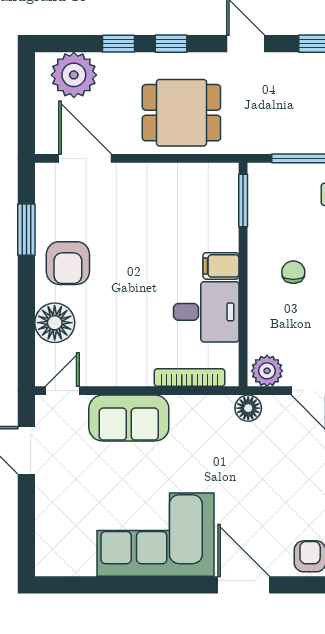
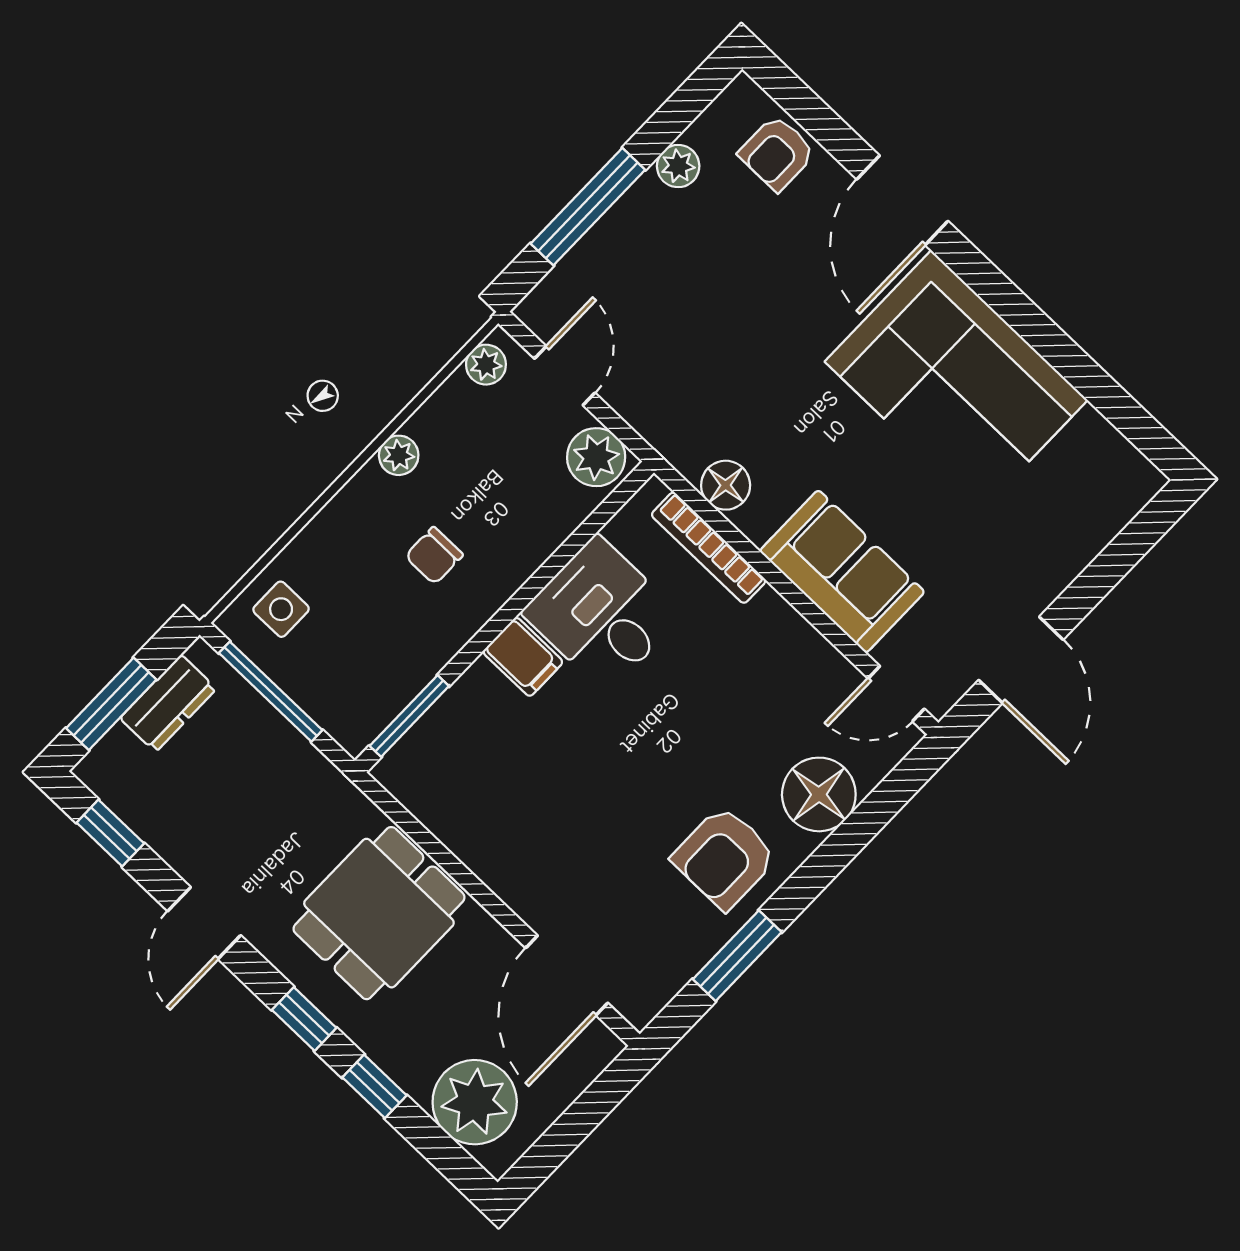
dining table: (181, 113) -> (379, 913), turned 90
armchair: (68, 263) -> (724, 858), turned 180
floor lamp: (248, 408) -> (726, 485), moved

